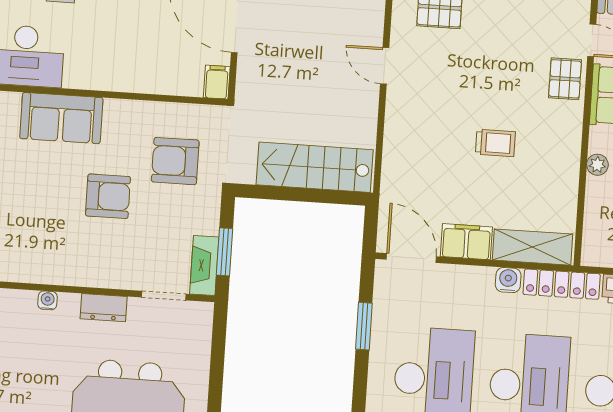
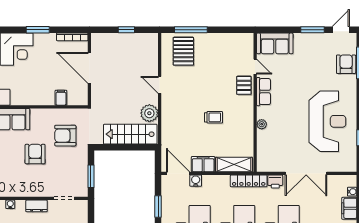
filing cabinet: (217, 82) -> (61, 98), moved
plant: (359, 125) -> (149, 113), added
armchair: (108, 196) -> (35, 154), turned -90
fireplace: (204, 265) -> (82, 183), removed
water cooler: (508, 280) -> (196, 181), moved

